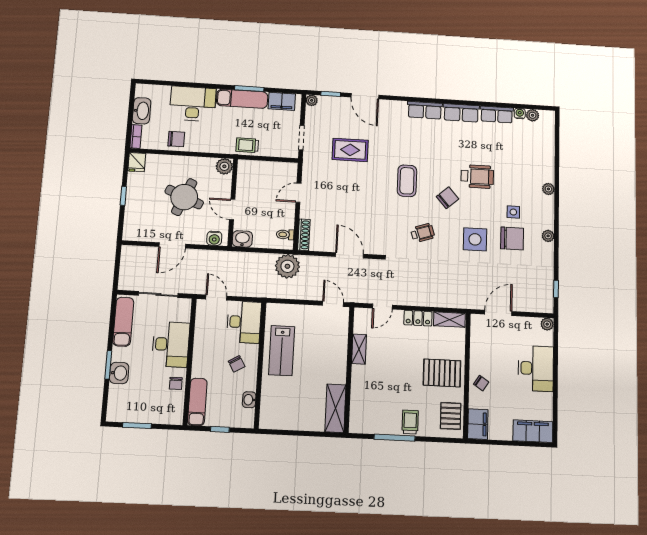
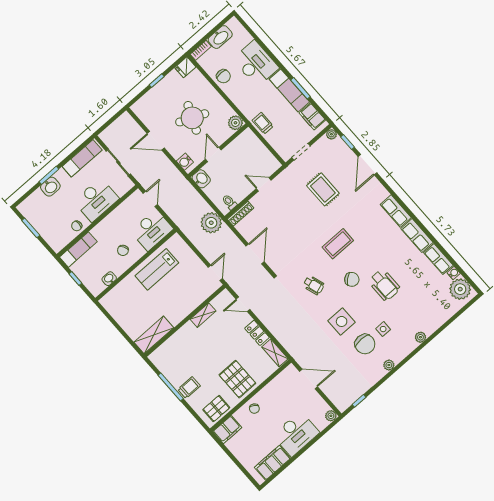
plant: (533, 115) -> (460, 289), width x1.88, depth x1.88
filing cabinet: (533, 431) -> (272, 463), moved, turned -90

